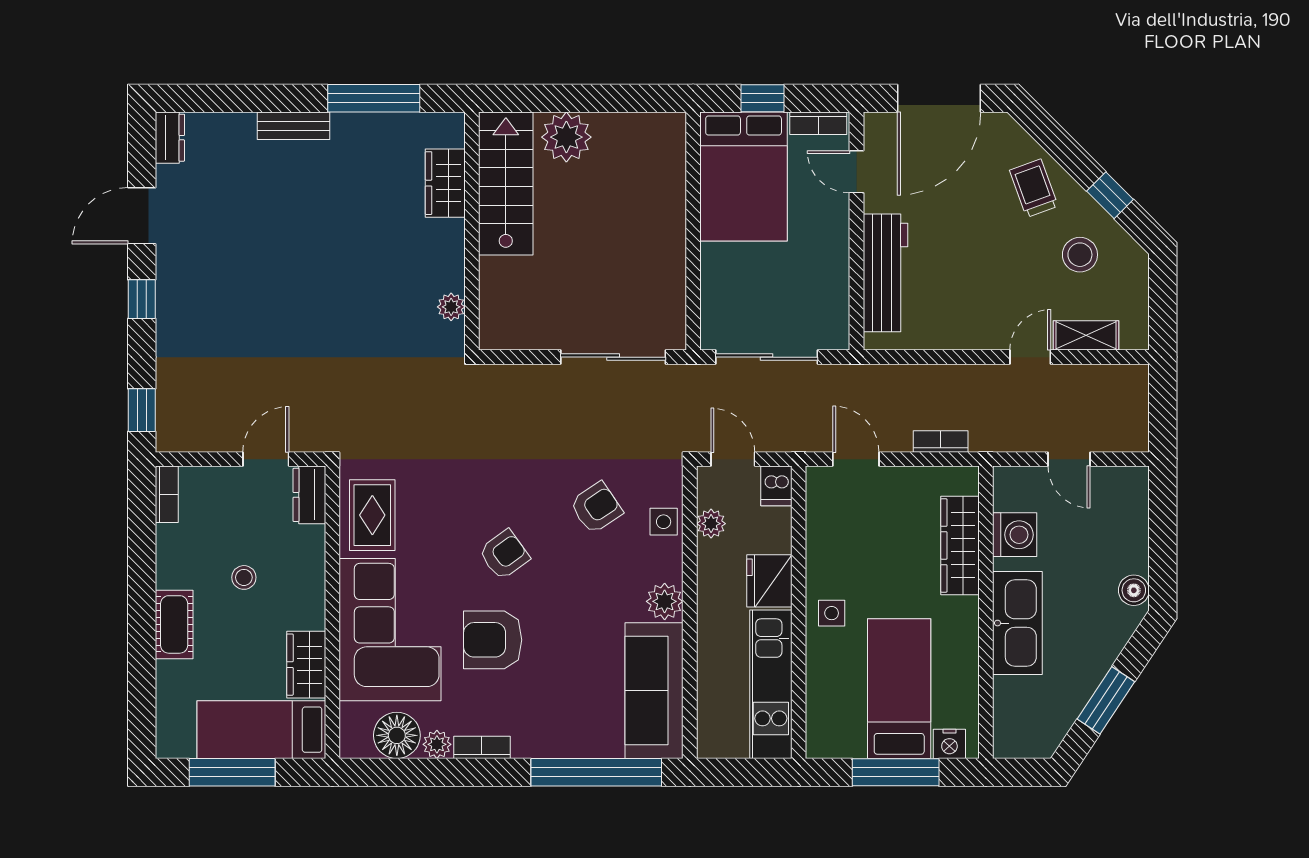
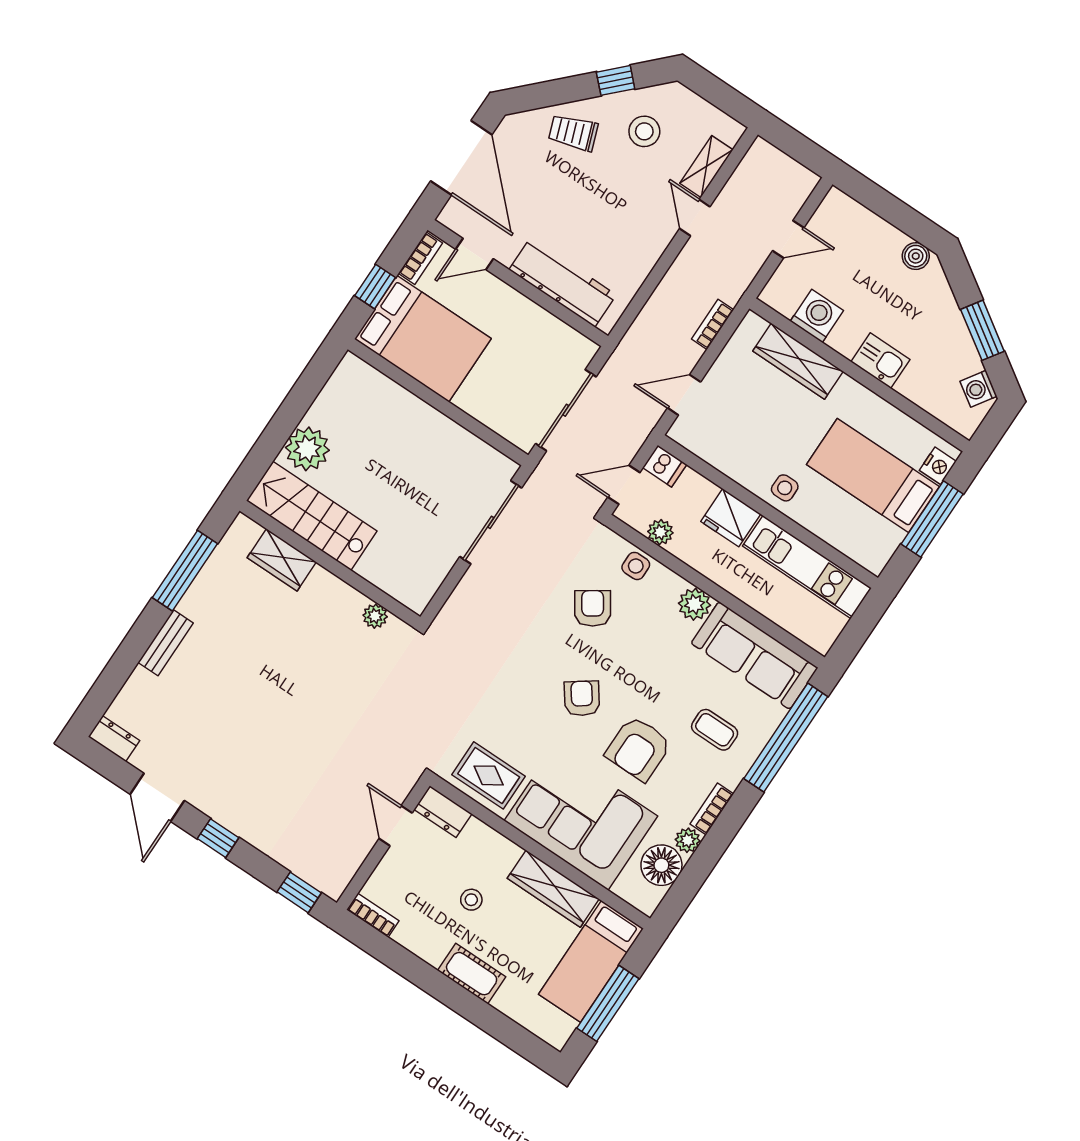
kitchen sink: (1017, 623) -> (880, 361), width x0.53, depth x0.81
wardrobe: (306, 665) -> (553, 889), width x1.50
coffee table: (559, 700) -> (715, 730), added
washing machine: (1048, 734) -> (978, 389), added

